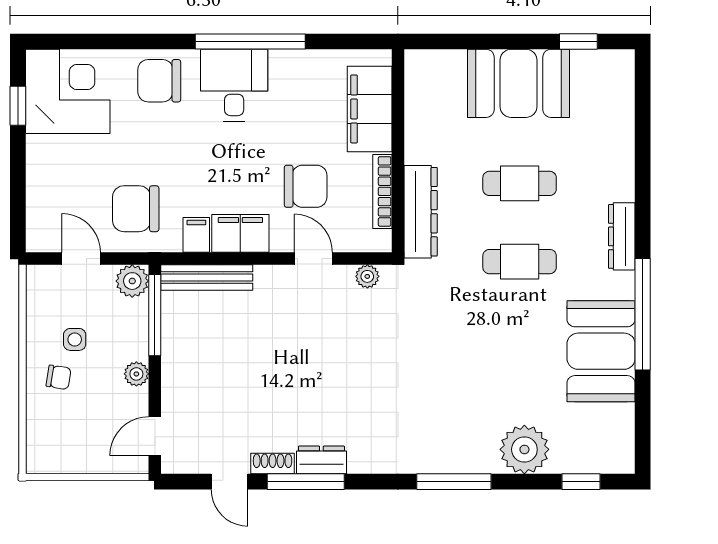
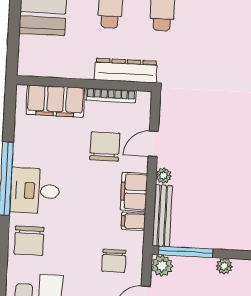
chair: (136, 209) -> (114, 261), width x0.73, depth x0.73
plant: (367, 276) -> (164, 176), moved

